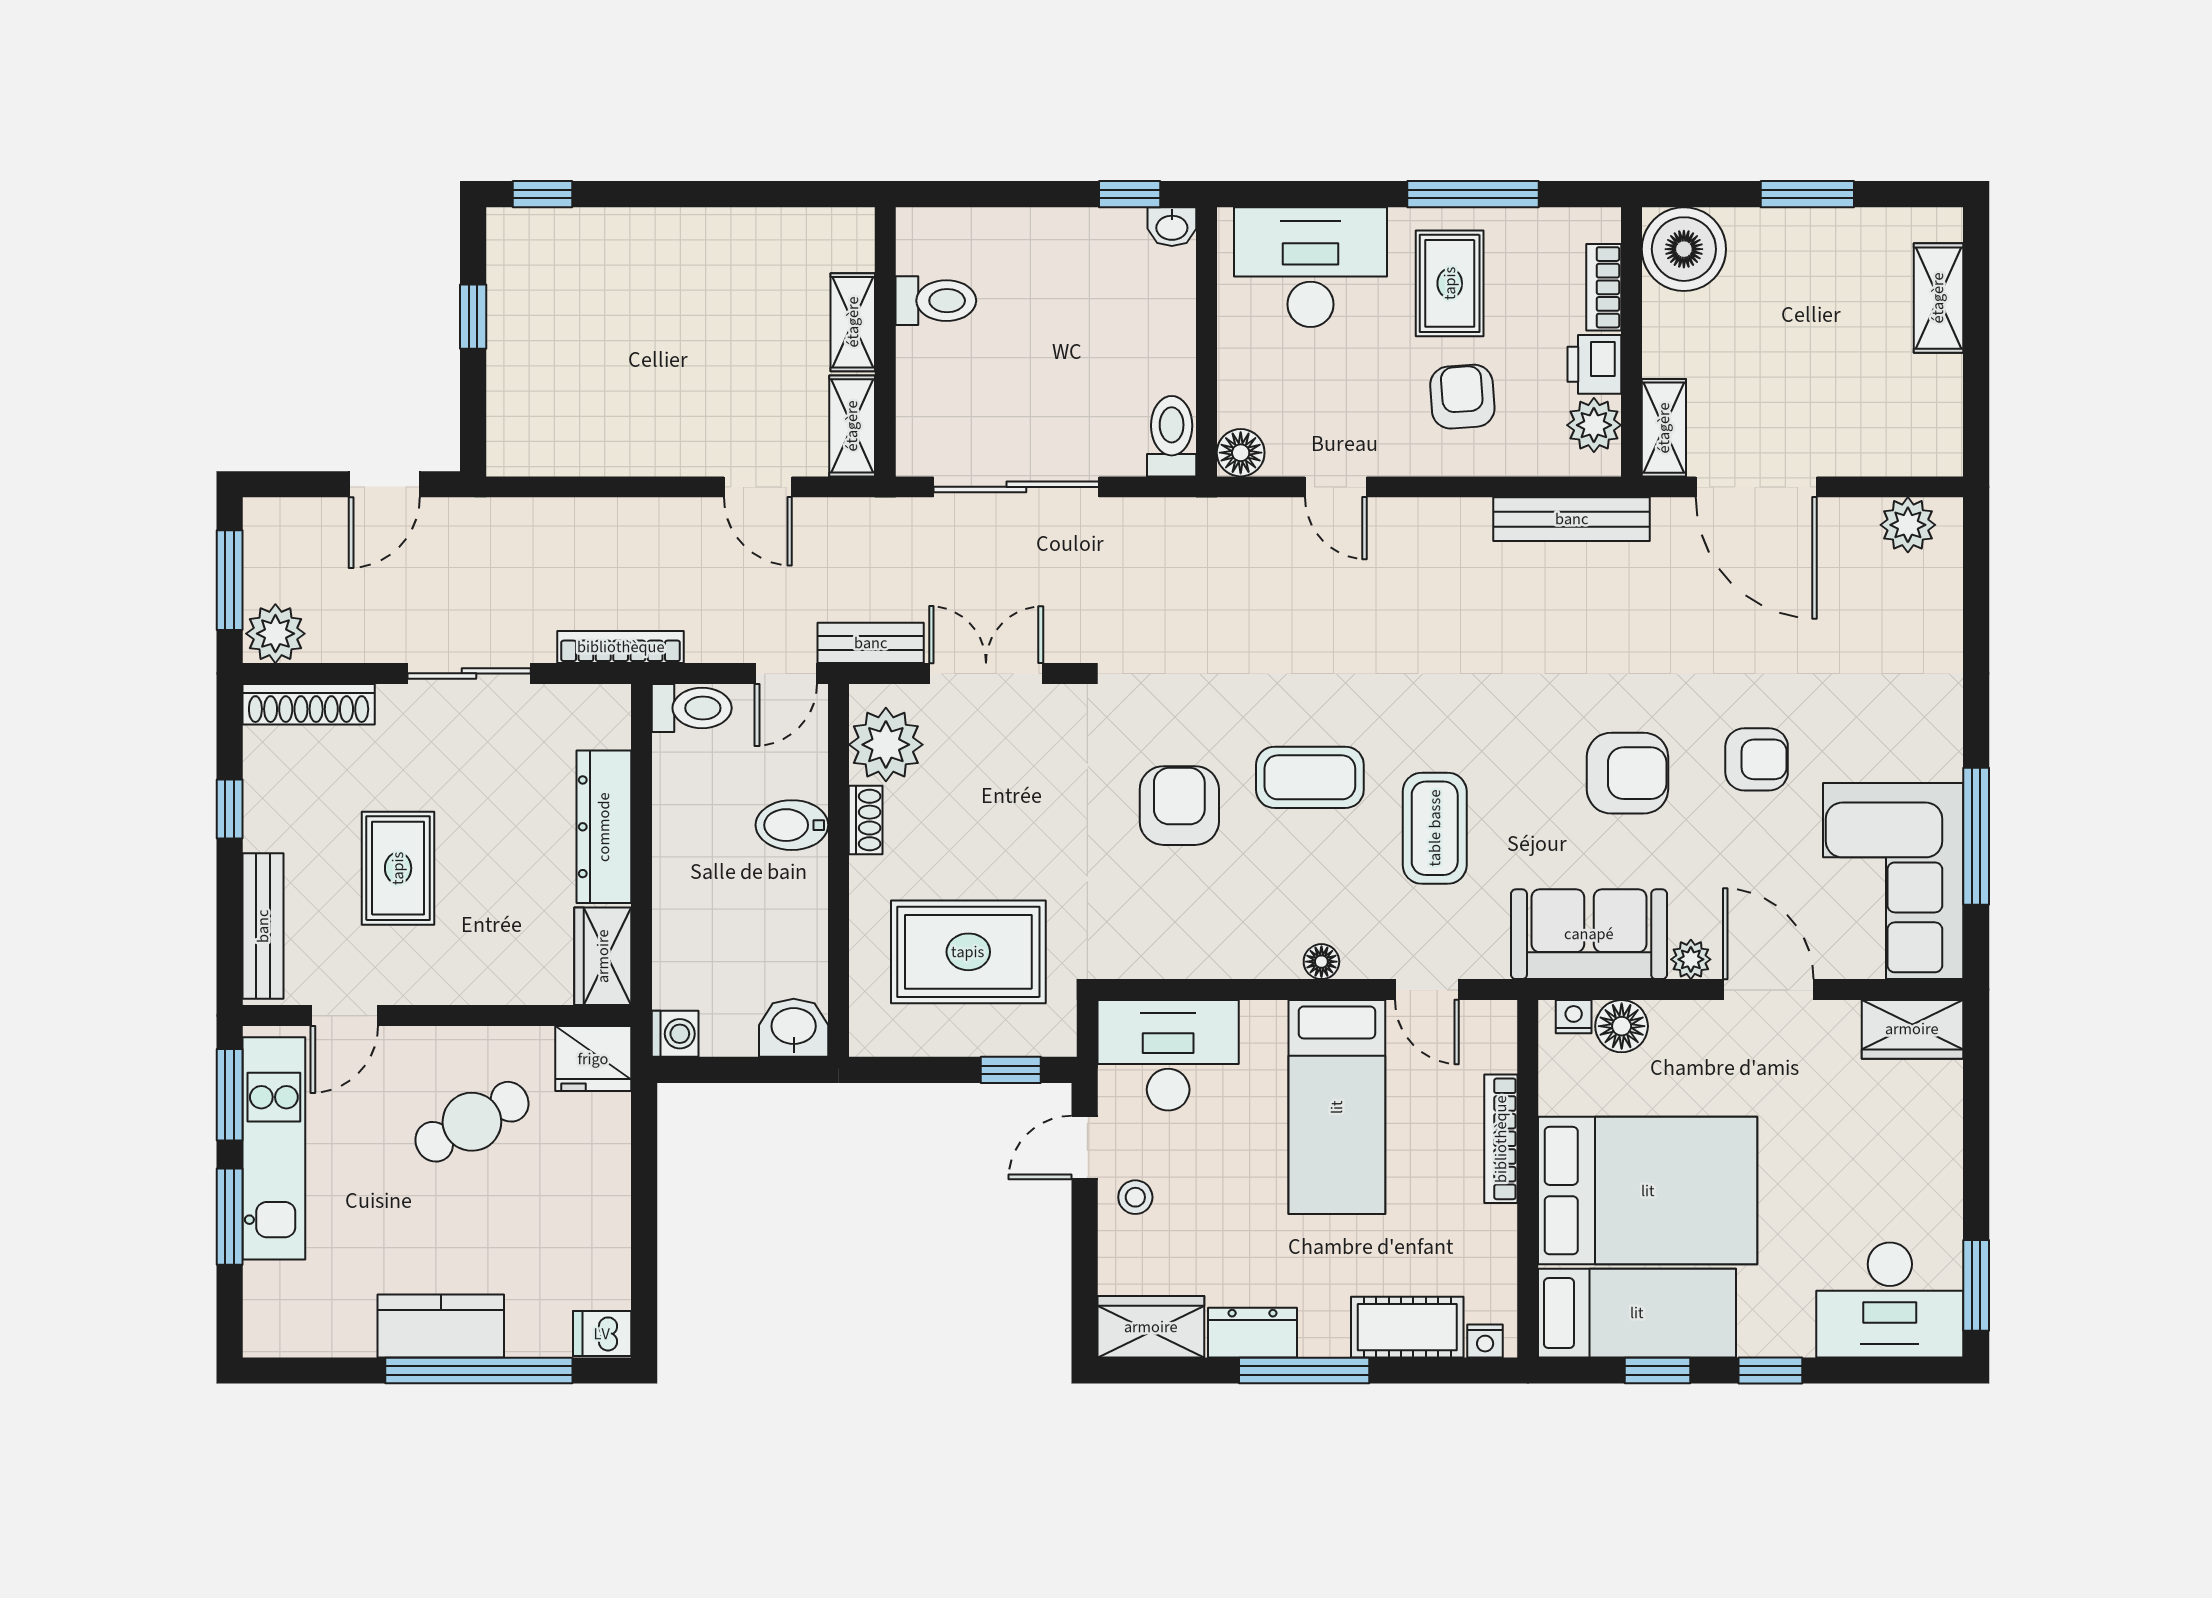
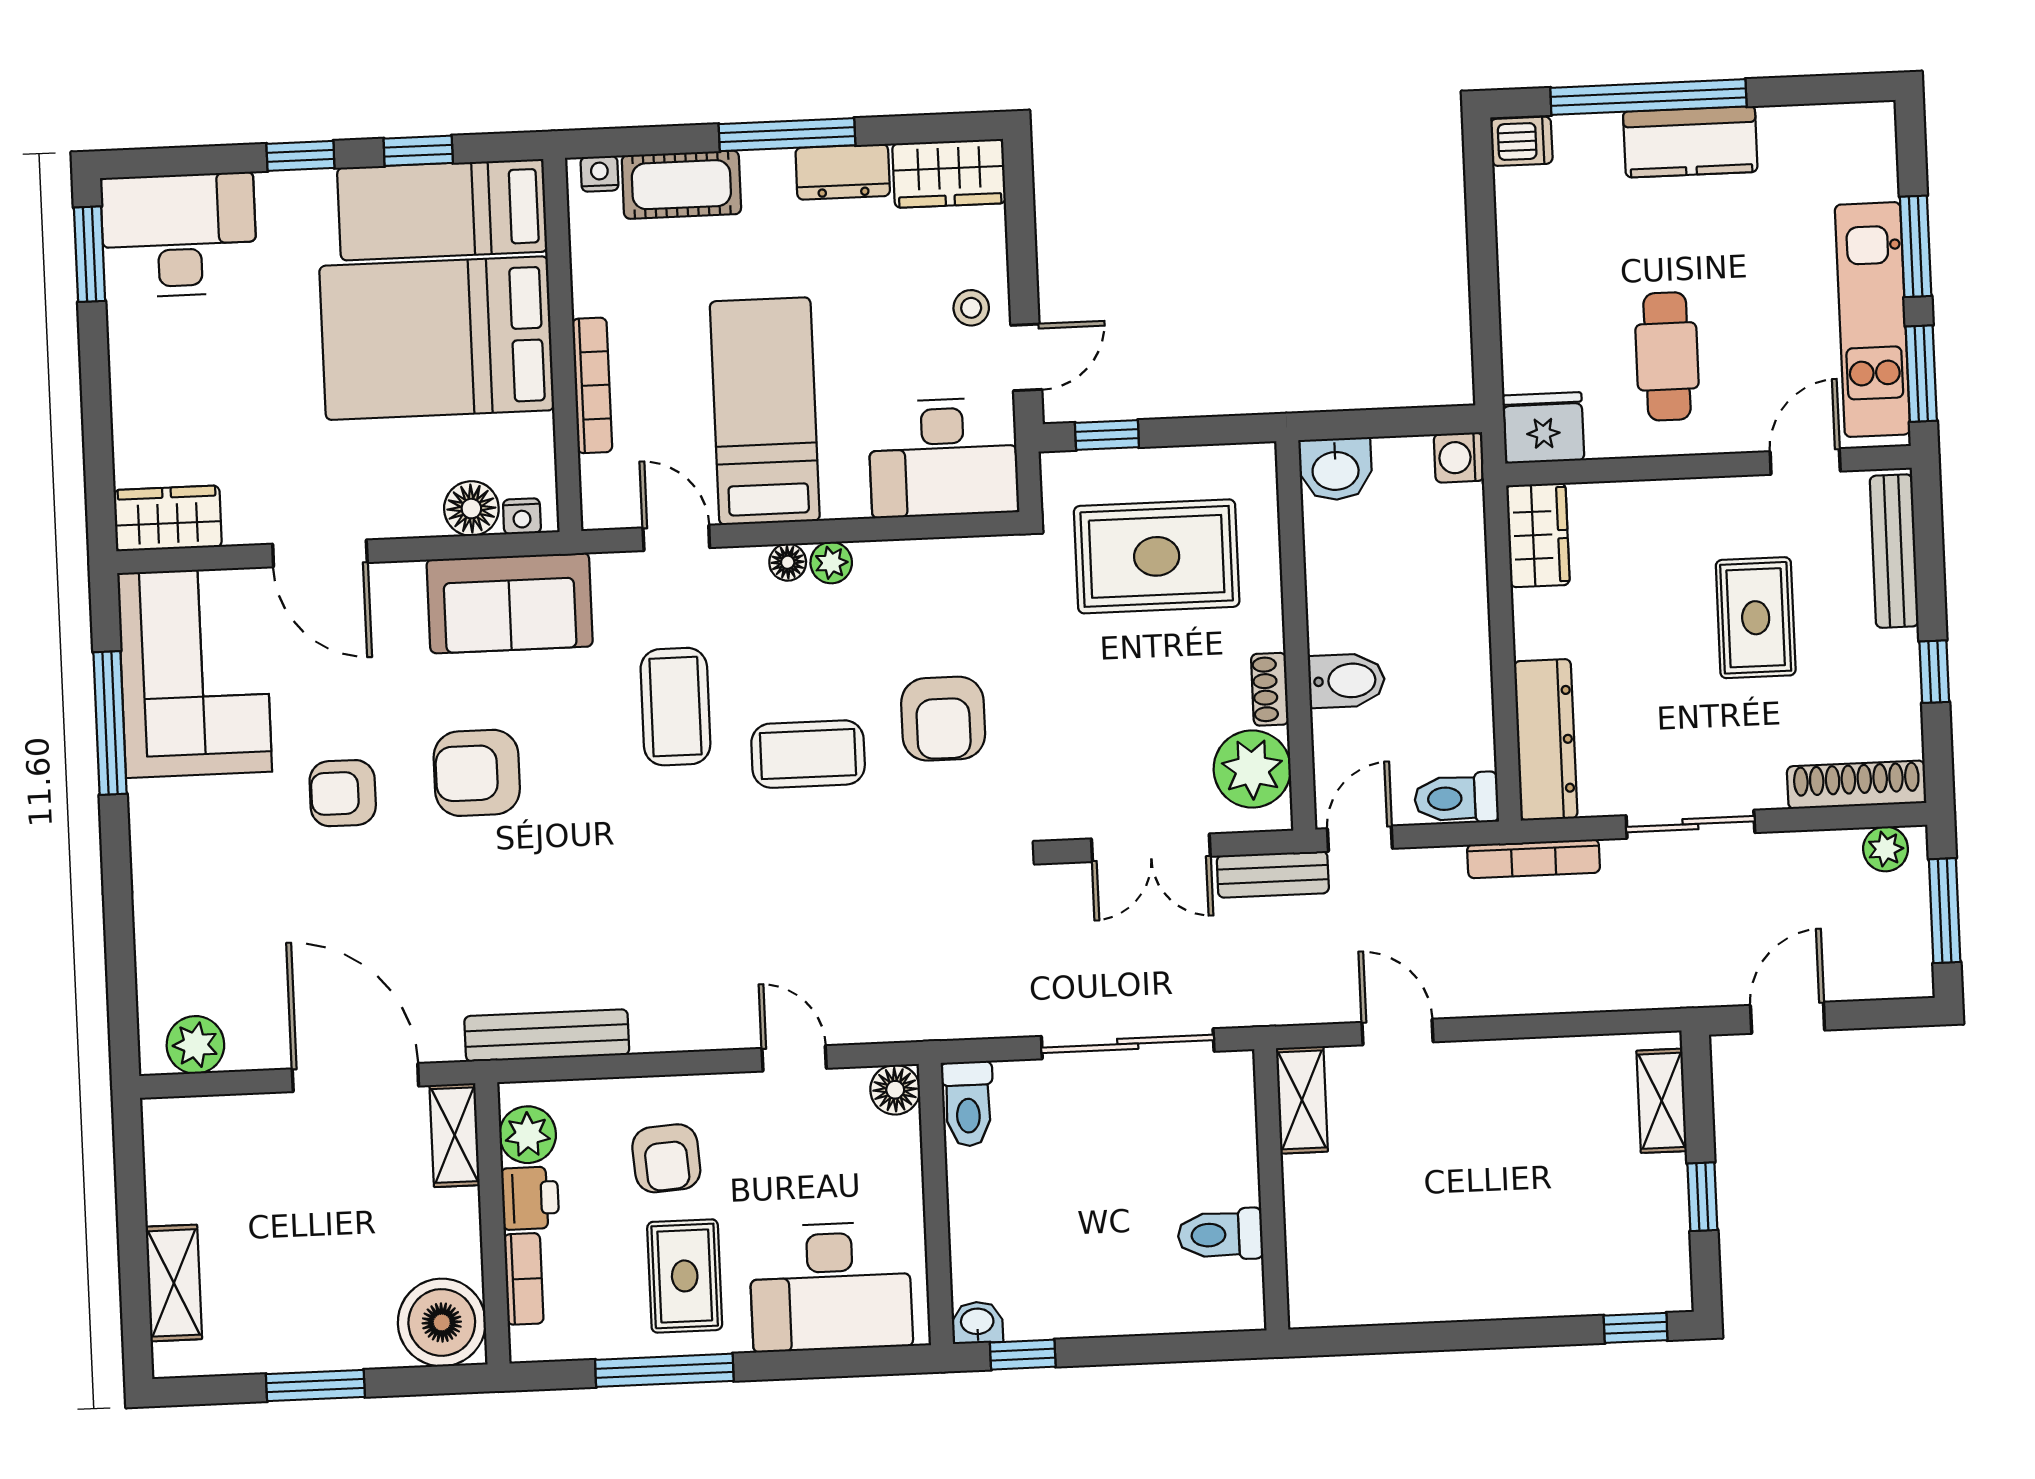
shelving: (853, 322) -> (1662, 1101), moved
plant: (275, 634) -> (1886, 849), width x0.73, depth x0.73
dresser: (604, 827) -> (1546, 740), moved
plant: (1691, 959) -> (831, 563), moved
cafe table: (472, 1122) -> (1667, 356), turned -62

